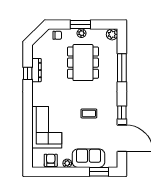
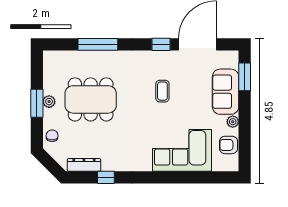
plant: (112, 34) -> (51, 58), removed
dresser: (37, 70) -> (84, 165), moved

